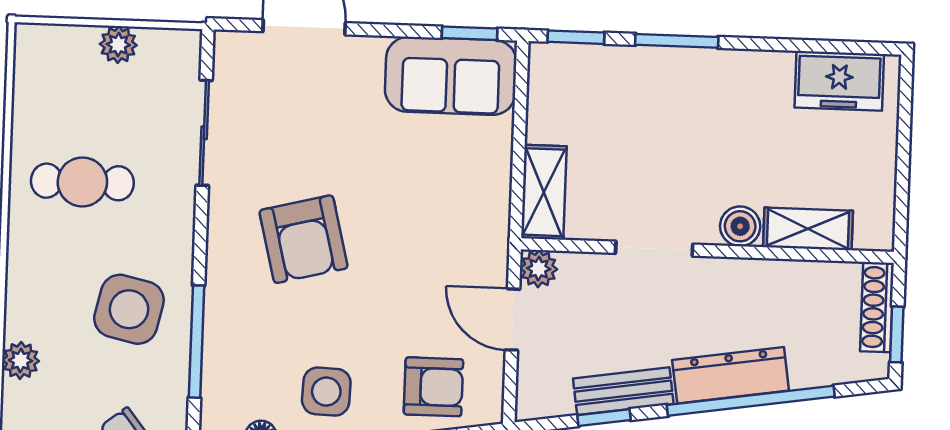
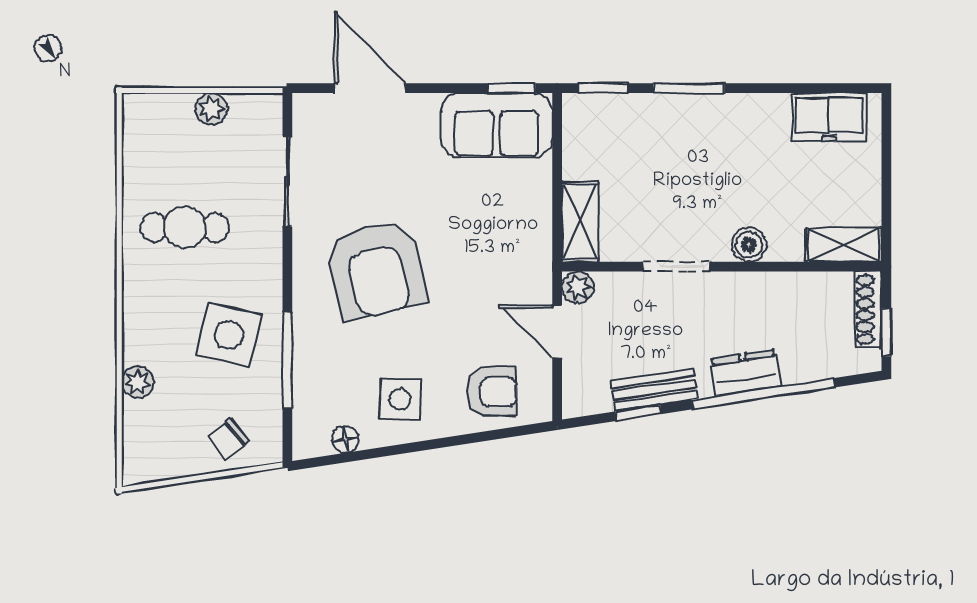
shelving: (808, 229) -> (844, 245), moved
armchair: (304, 239) -> (376, 269), width x1.36, depth x1.36
dresser: (731, 375) -> (745, 372), width x0.70

